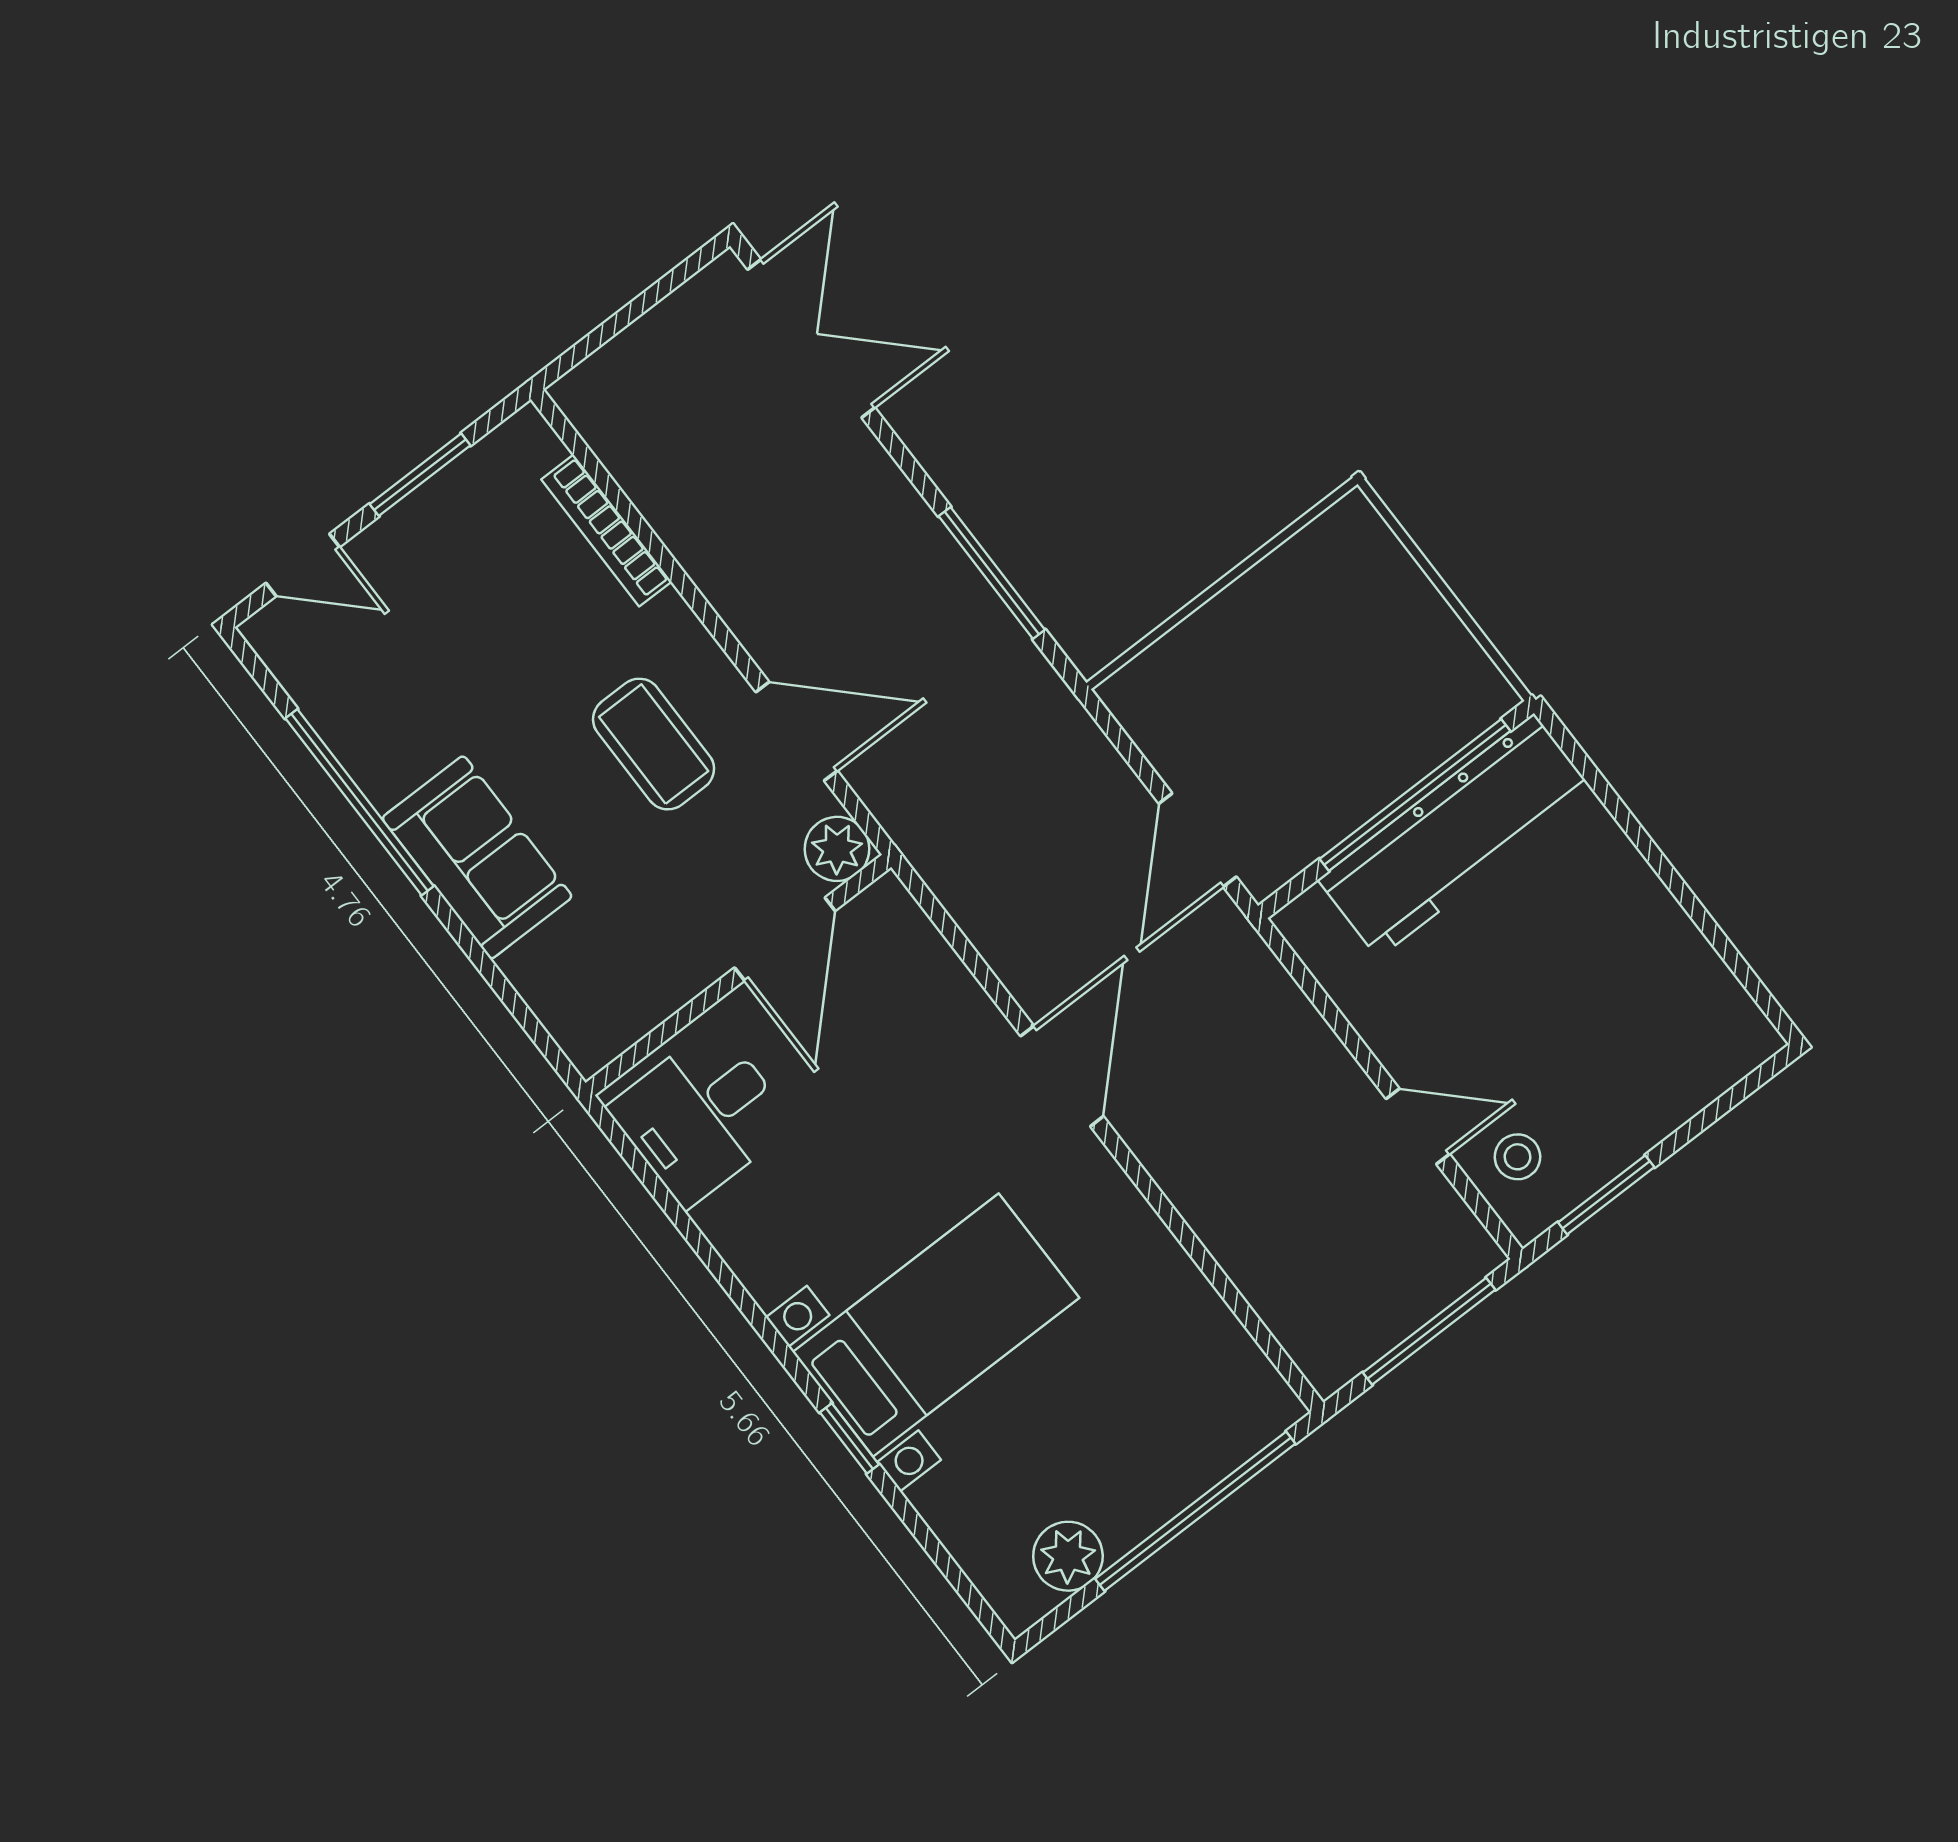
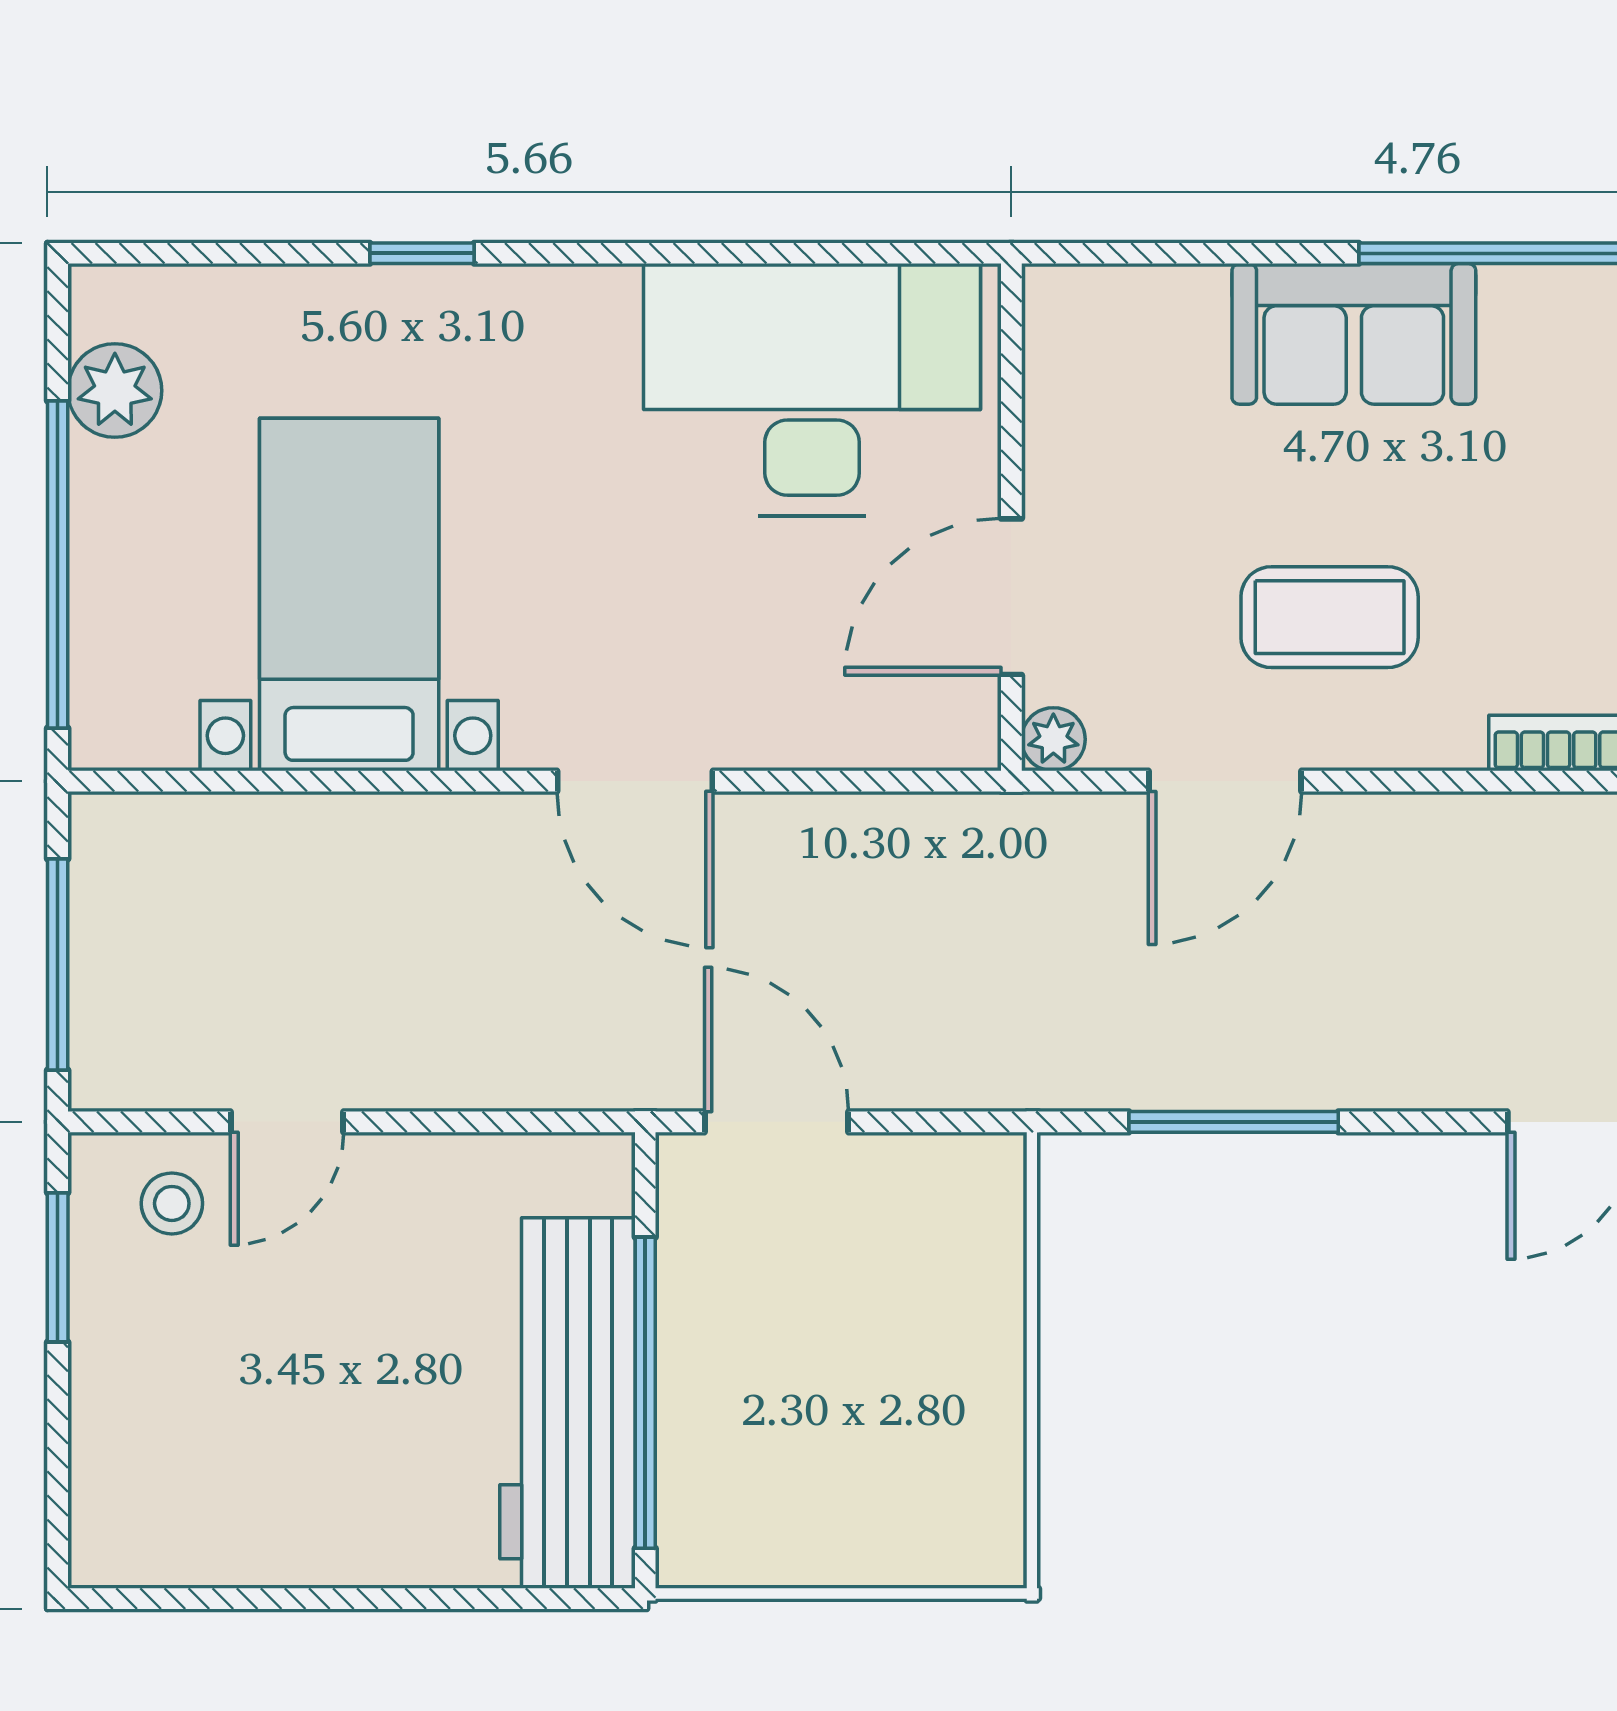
plant: (837, 849) -> (1053, 739), width x0.73, depth x0.73
door: (785, 939) -> (1011, 597), hinge flipped
desk: (701, 1116) -> (812, 390), width x1.87, depth x1.30
bed with nightstands: (936, 1325) -> (349, 595), moved, turned 180

